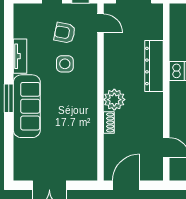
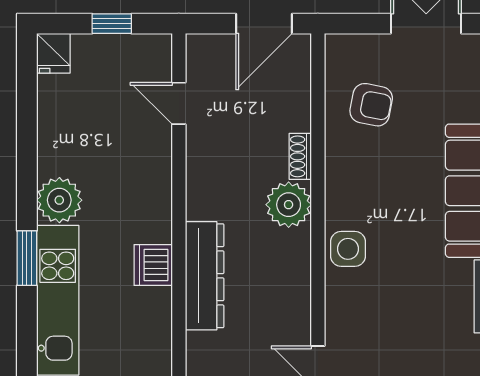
armchair: (65, 33) -> (371, 105), moved
side table: (65, 64) -> (348, 249), moved

